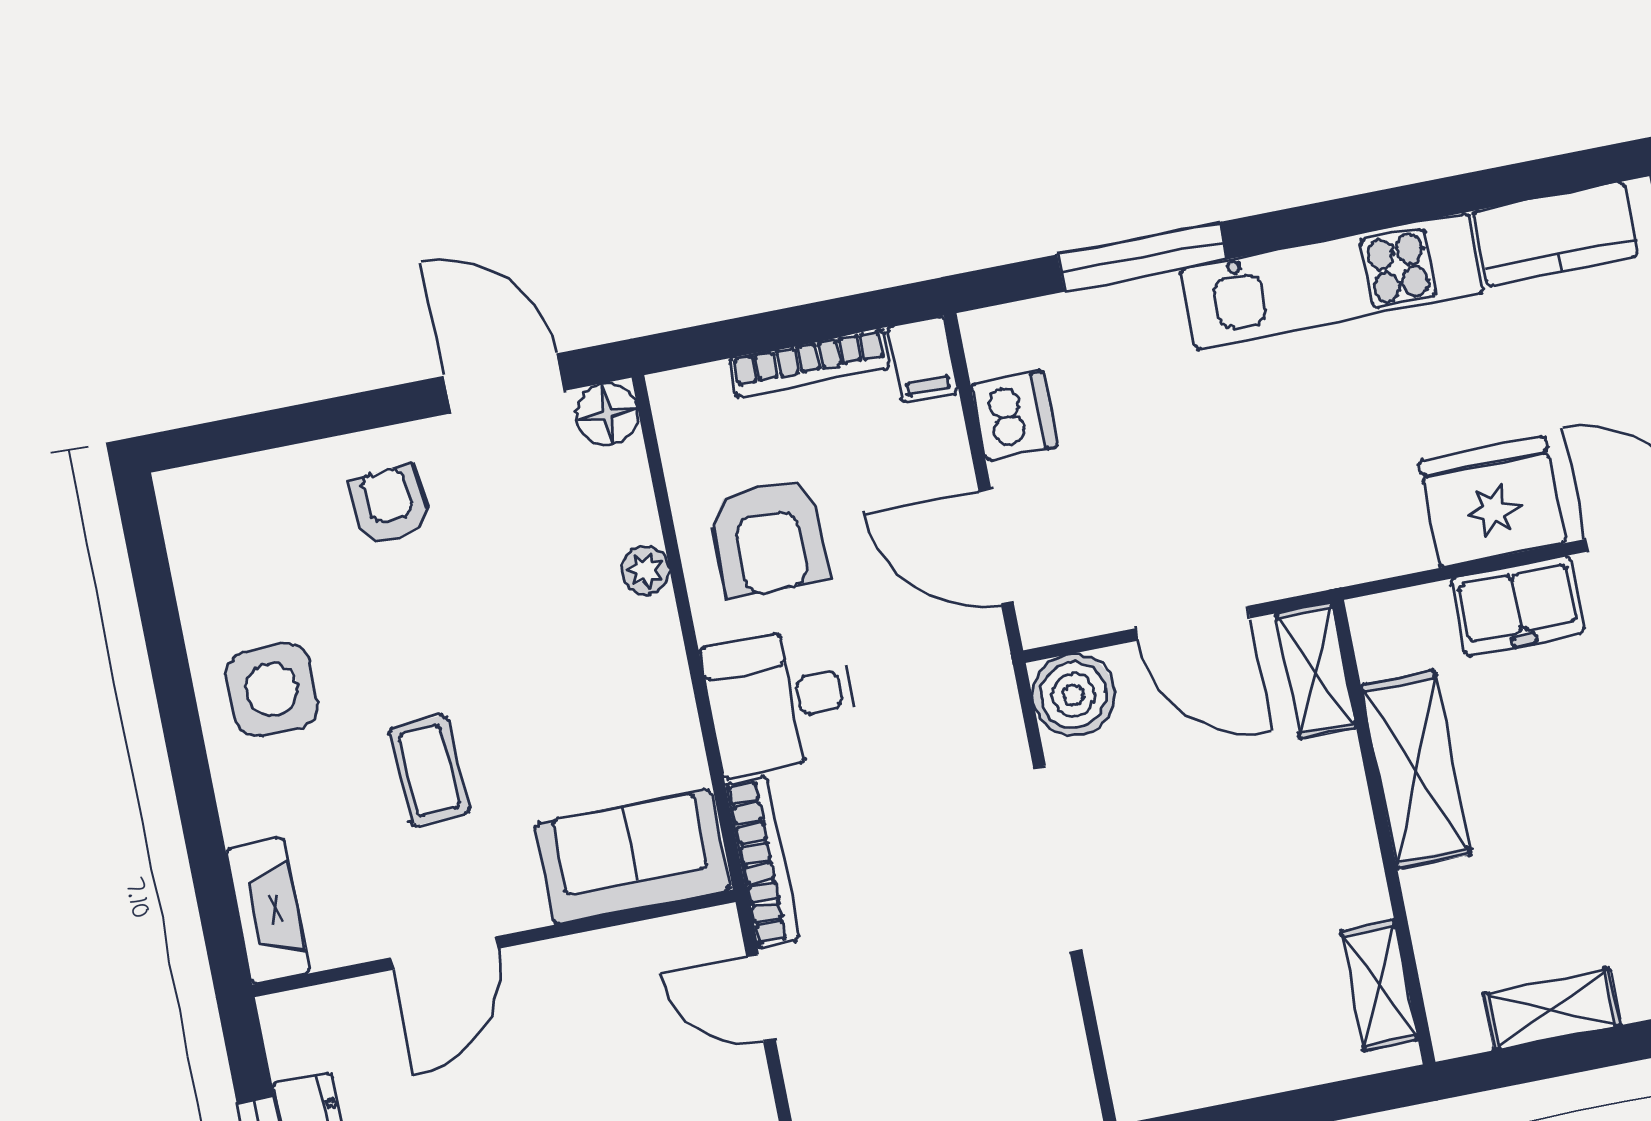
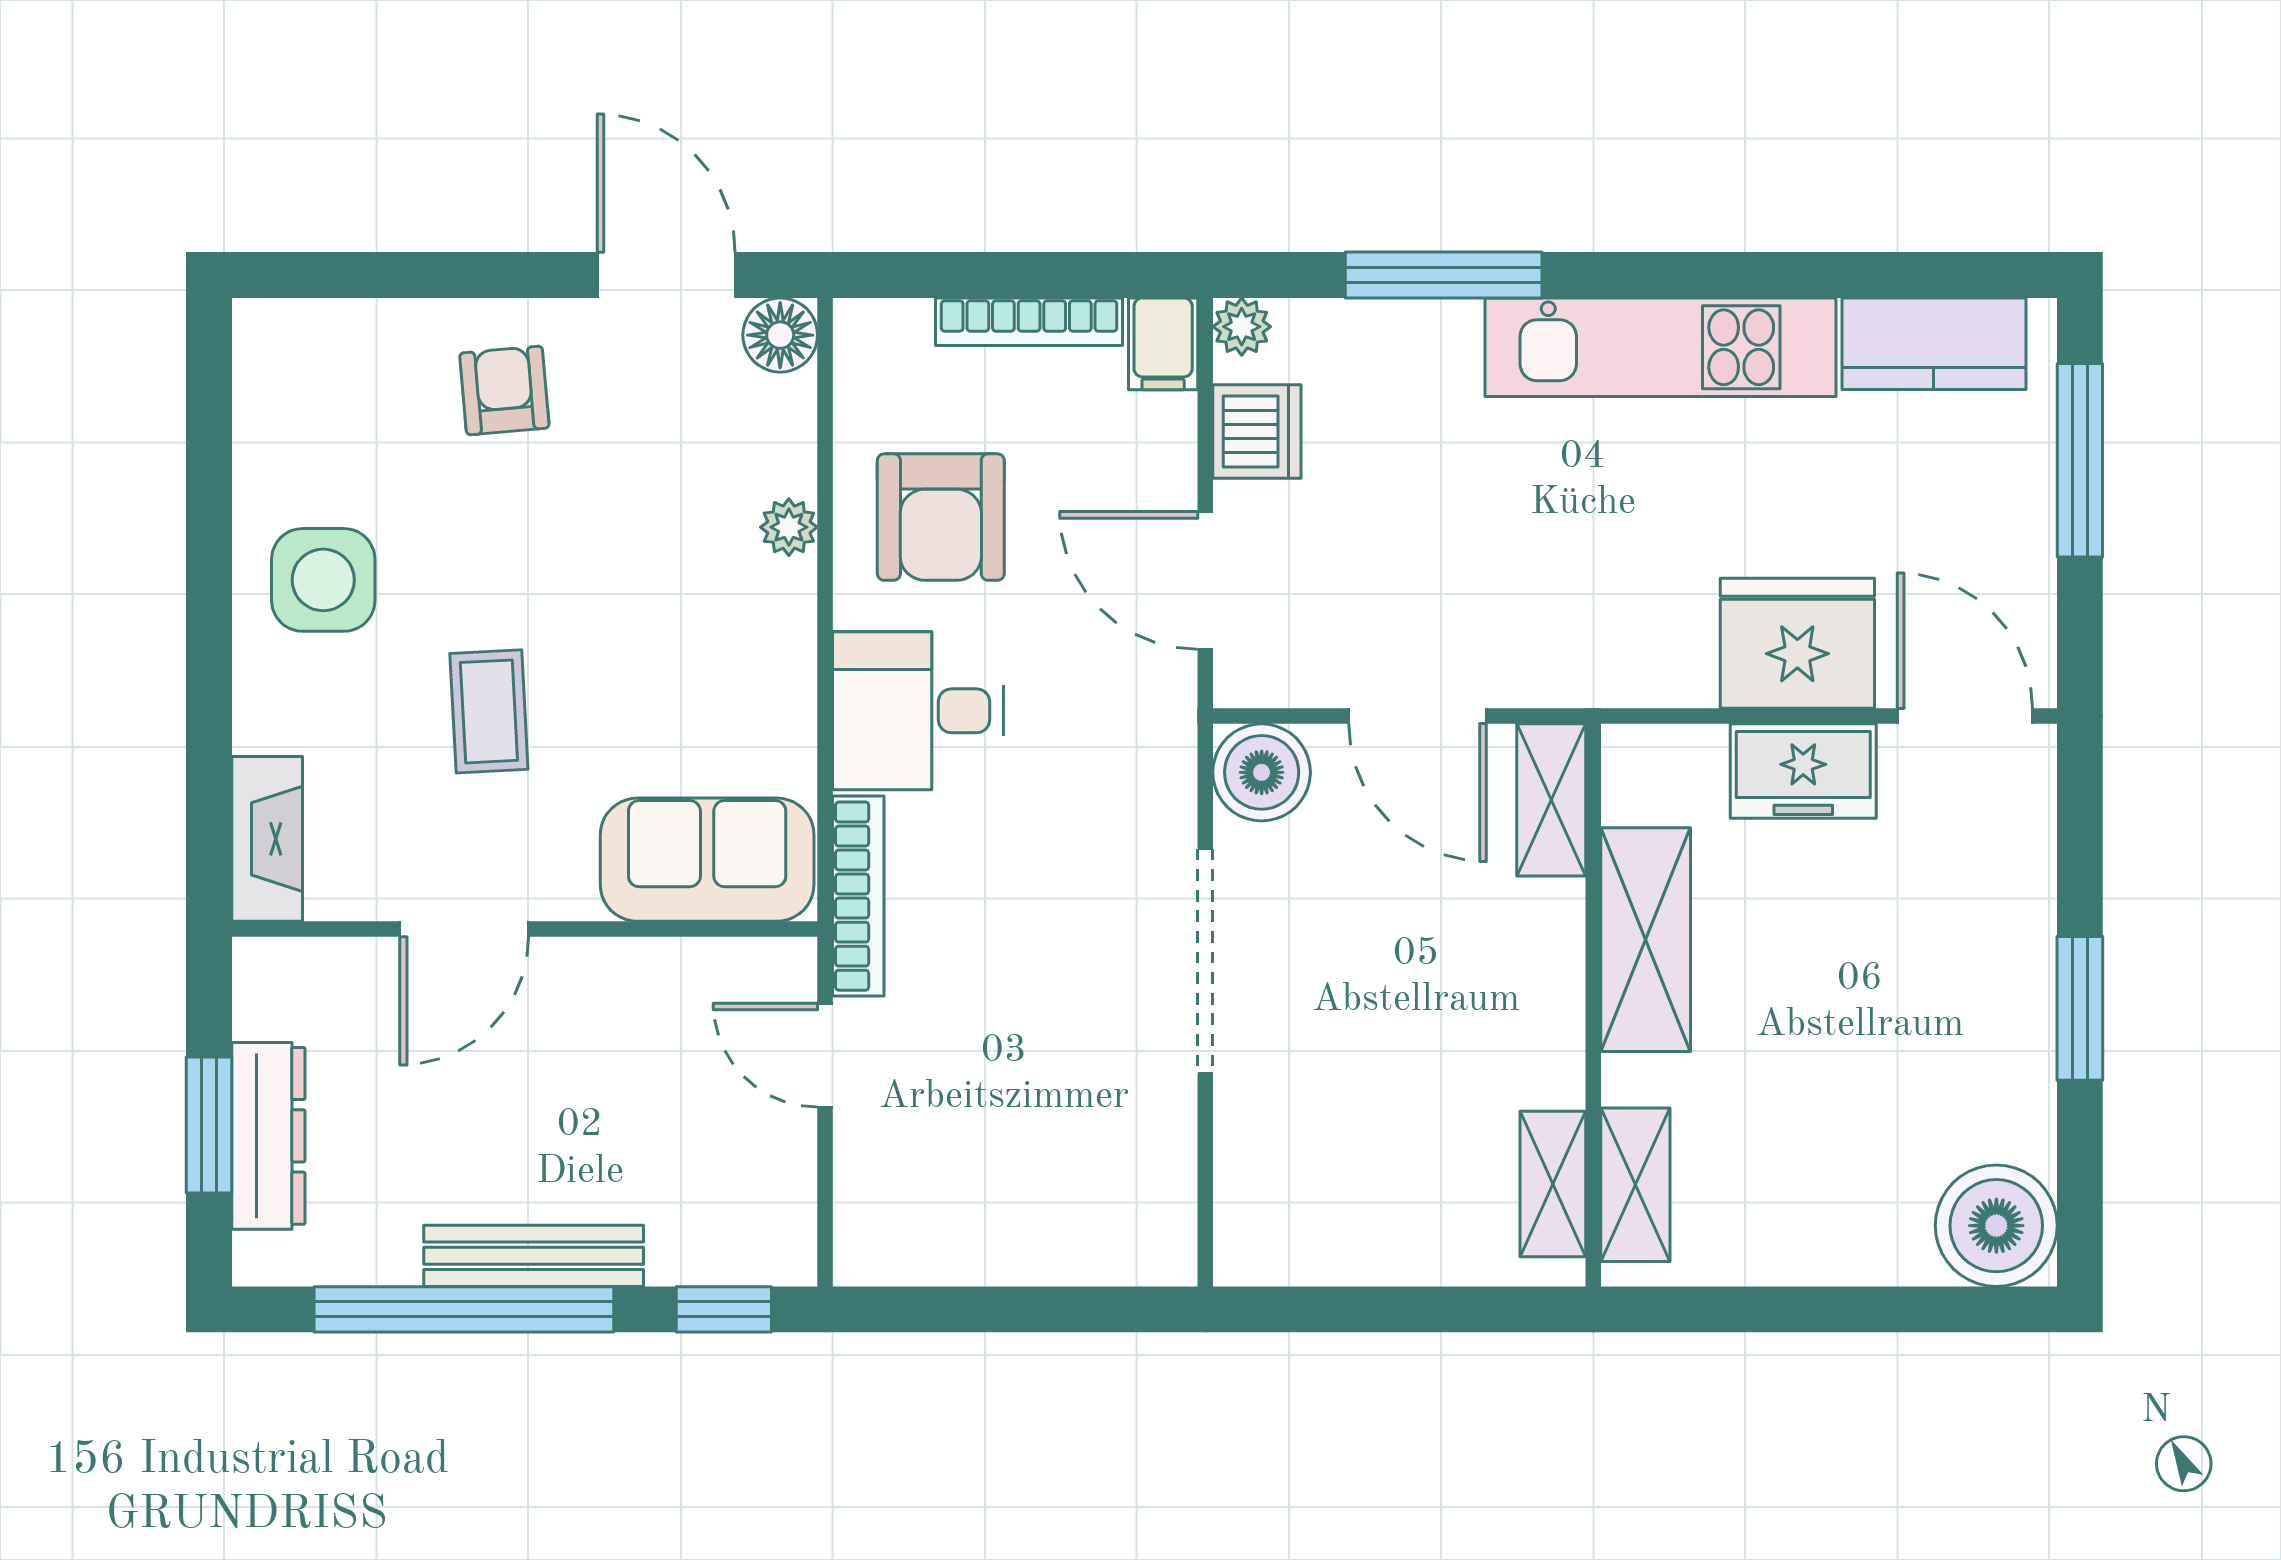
plant: (985, 332) -> (1242, 327), added
shelving: (1552, 1009) -> (1635, 1185), moved, turned 90

